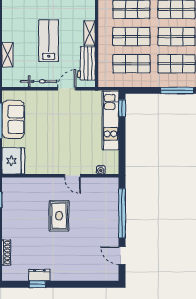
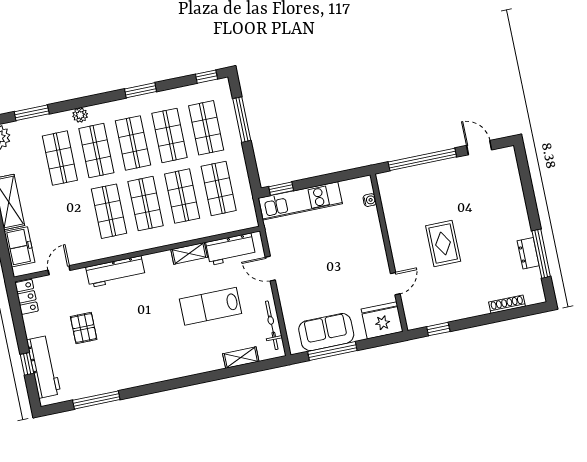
bicycle: (39, 81) -> (272, 325), moved
door: (72, 176) -> (395, 284), moved
rug: (59, 216) -> (443, 243), turned 90
door: (122, 256) -> (479, 148), swing flipped
window: (37, 284) -> (541, 254), width x2.17

